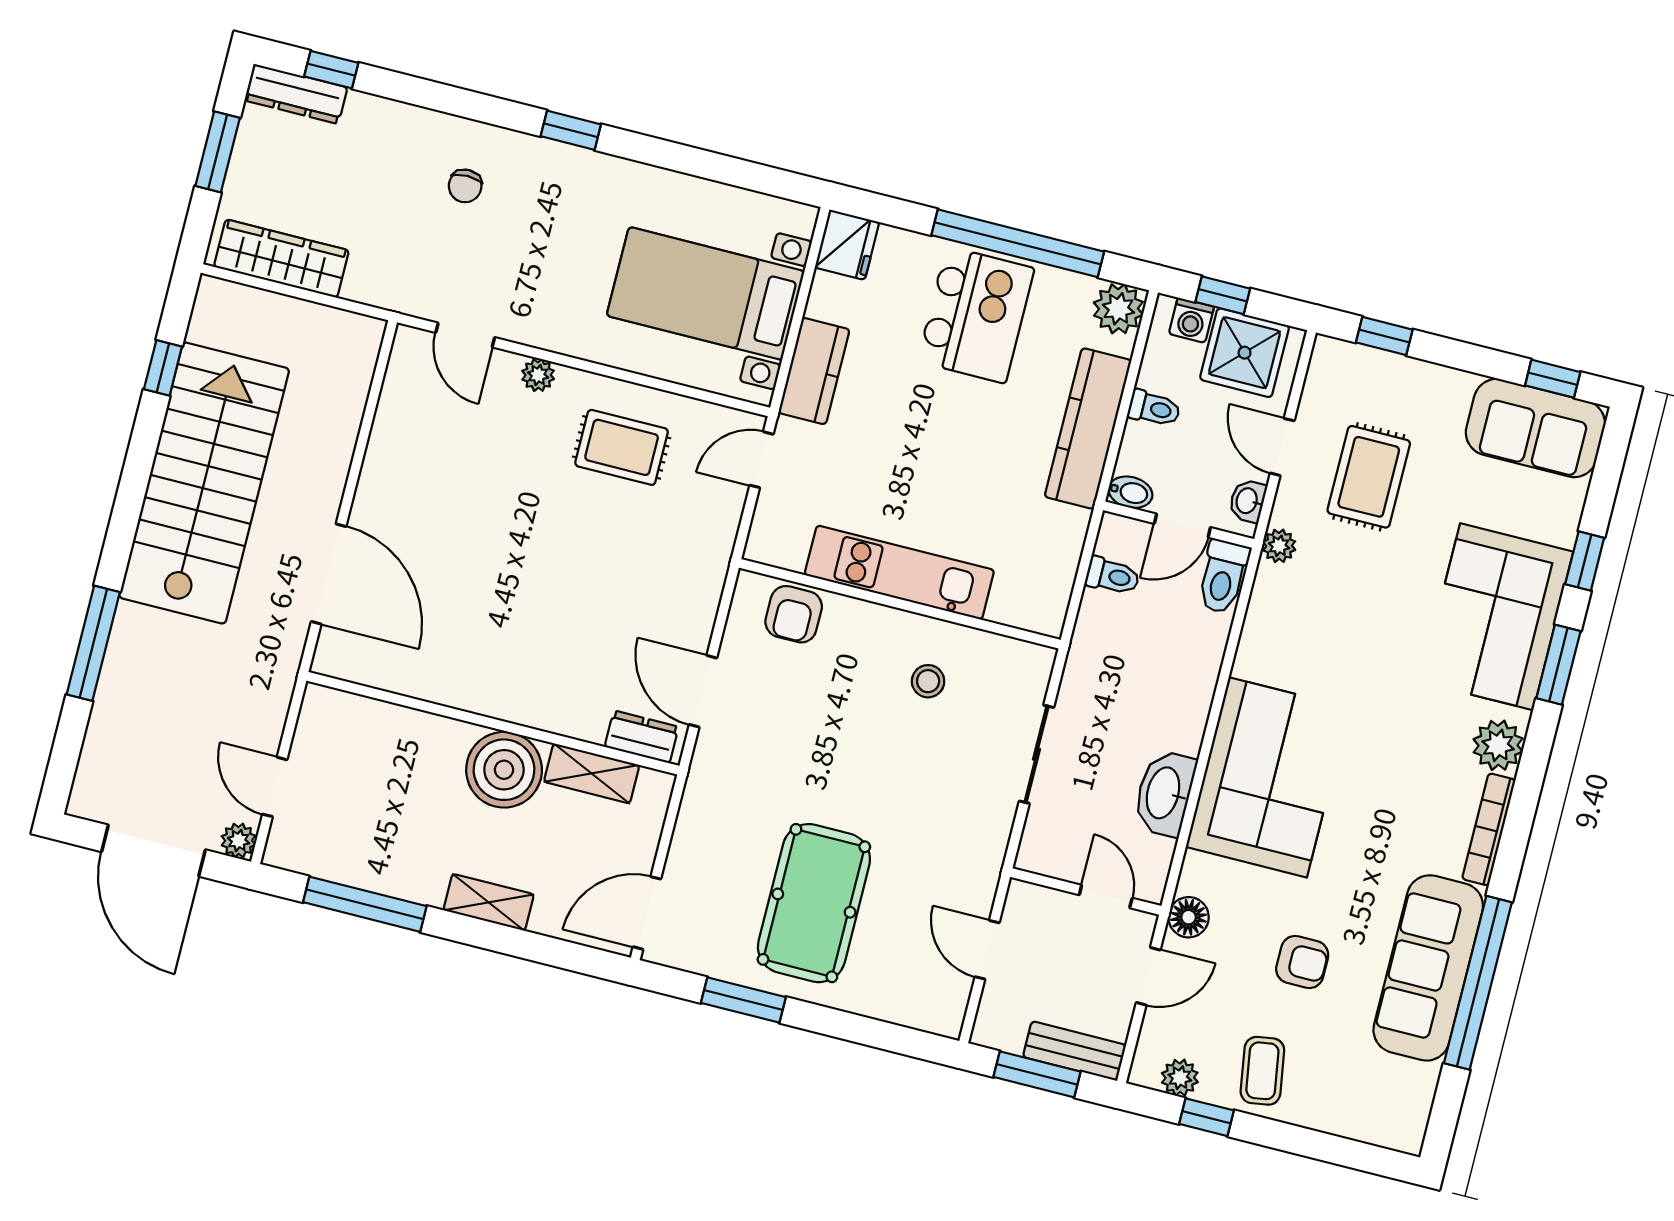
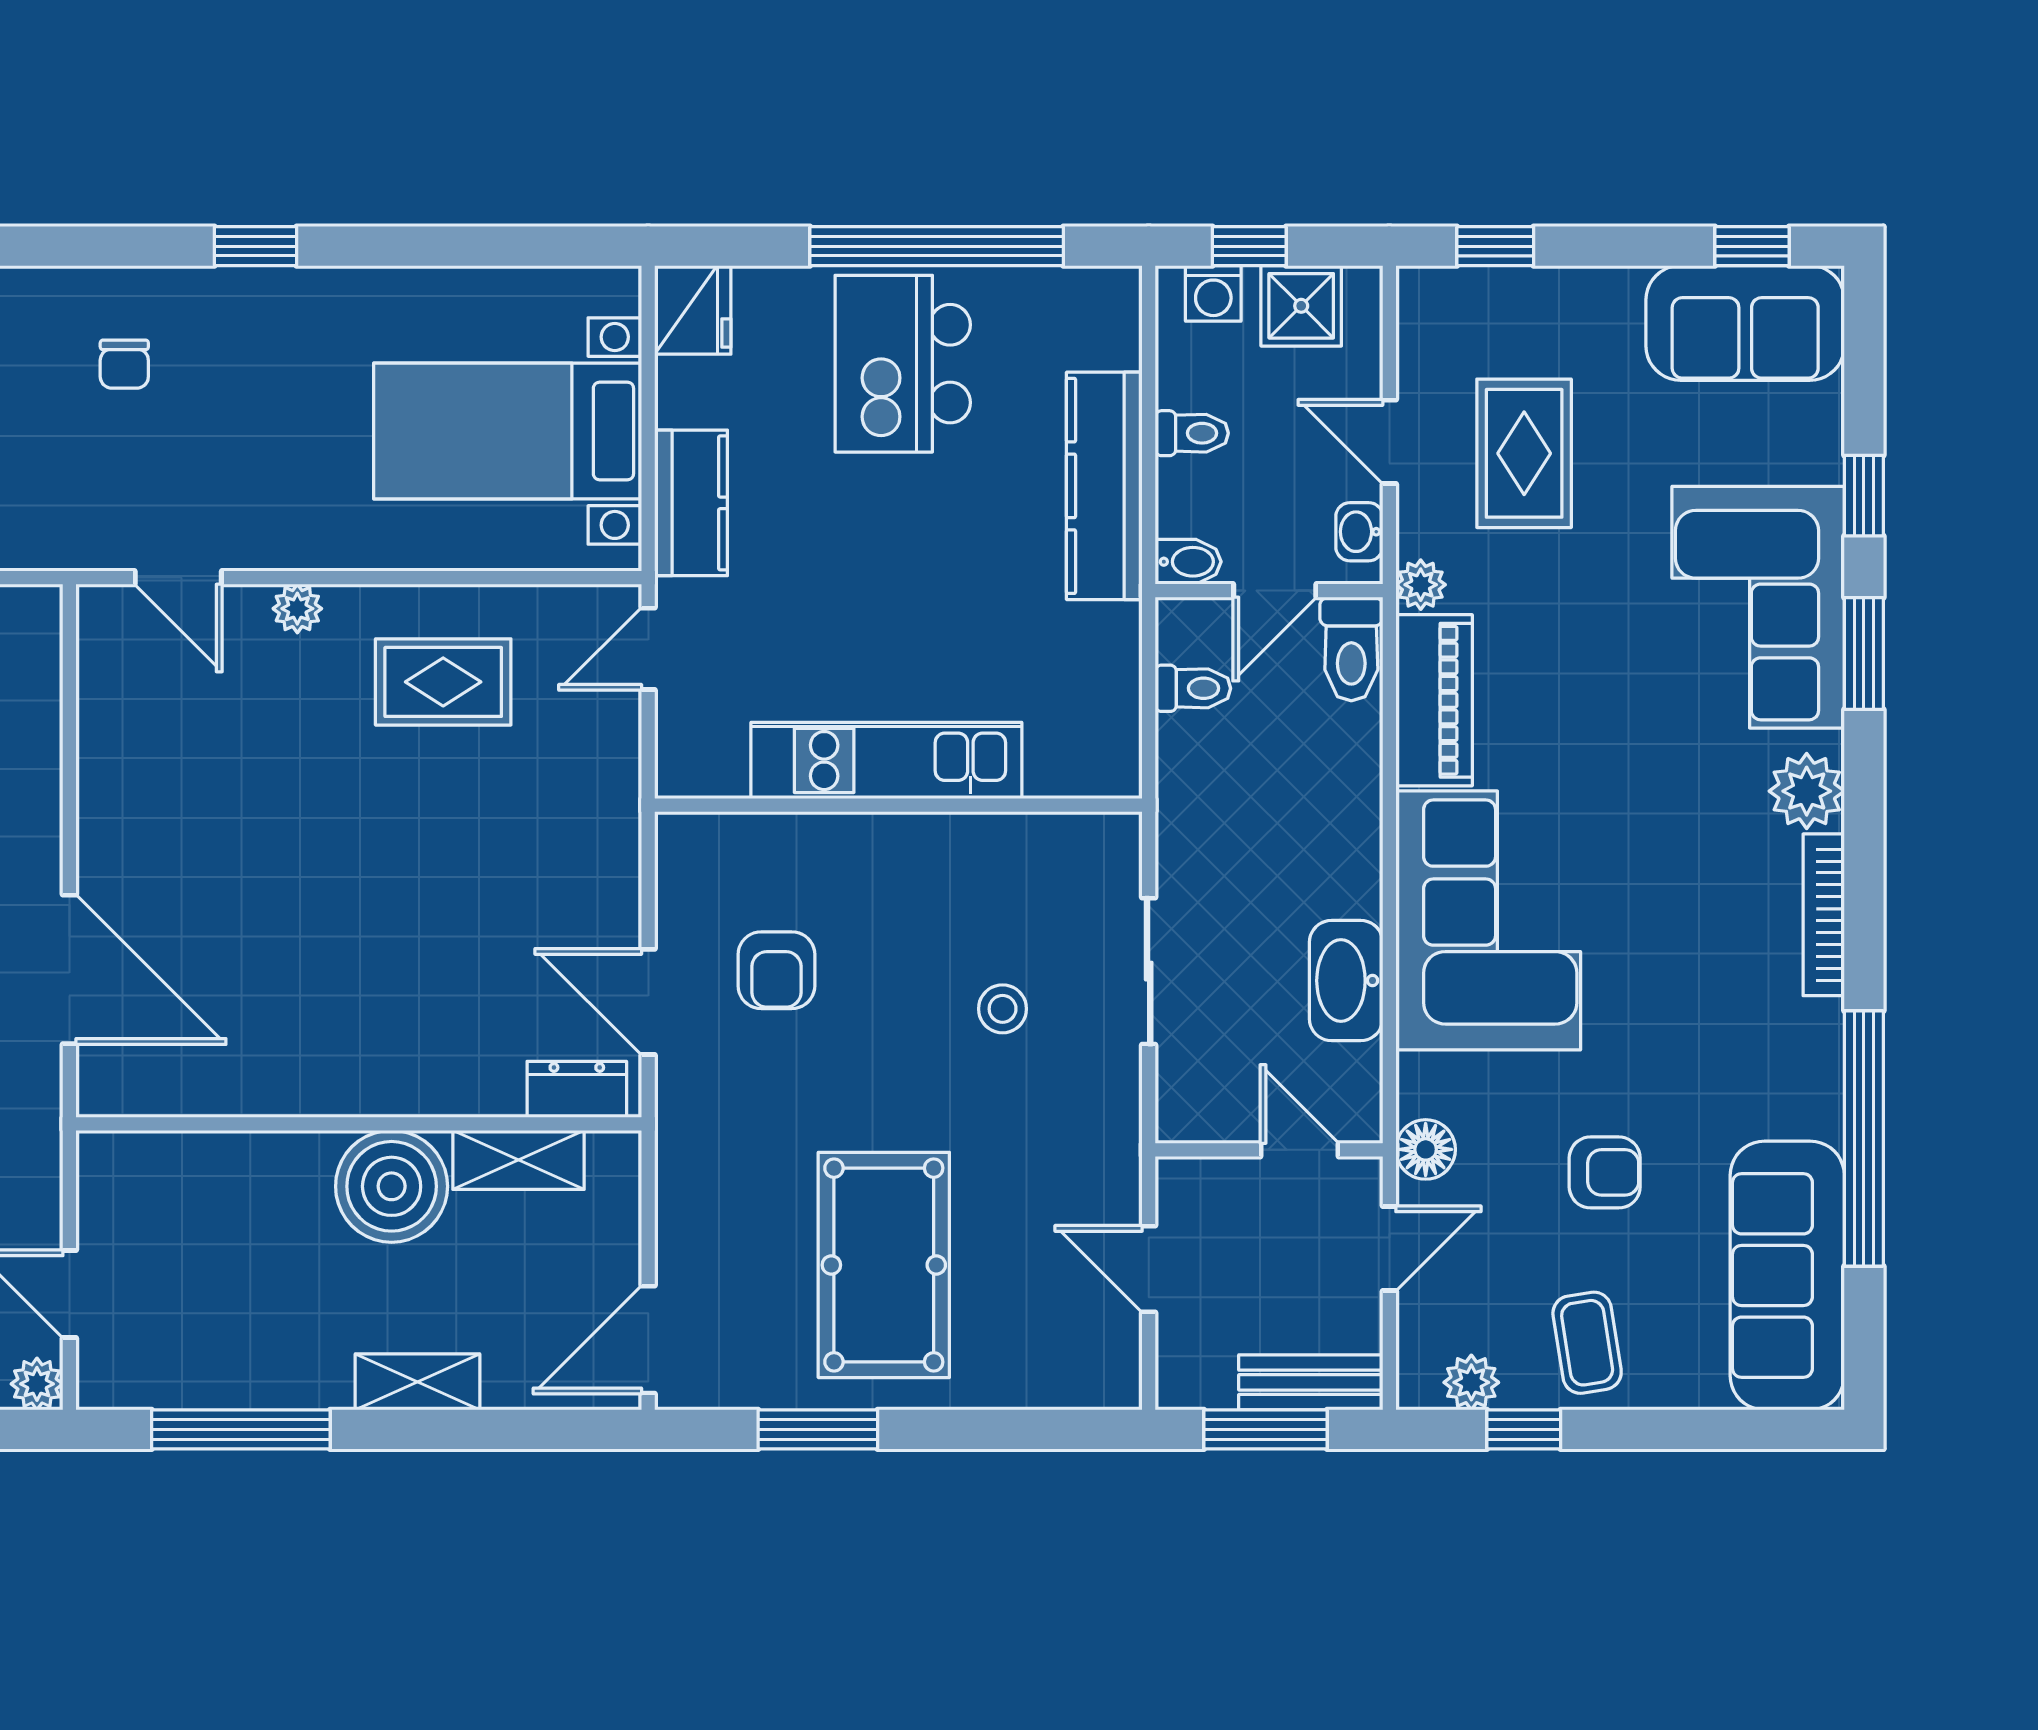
plant: (1118, 309) -> (1105, 303), removed
kitchen island: (976, 315) -> (903, 364), turned 180
shower: (1245, 353) -> (1301, 306), width x0.73, depth x0.73
armchair: (794, 614) -> (776, 970), moved
piano: (1269, 624) -> (1434, 700), added
stool: (928, 681) -> (1003, 1009), moved
sofa: (1428, 968) -> (1787, 1275), moved

